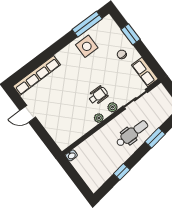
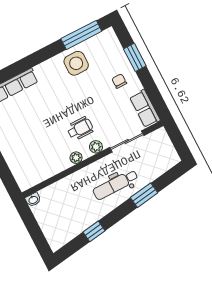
dental chair: (132, 134) -> (115, 185), turned 180

